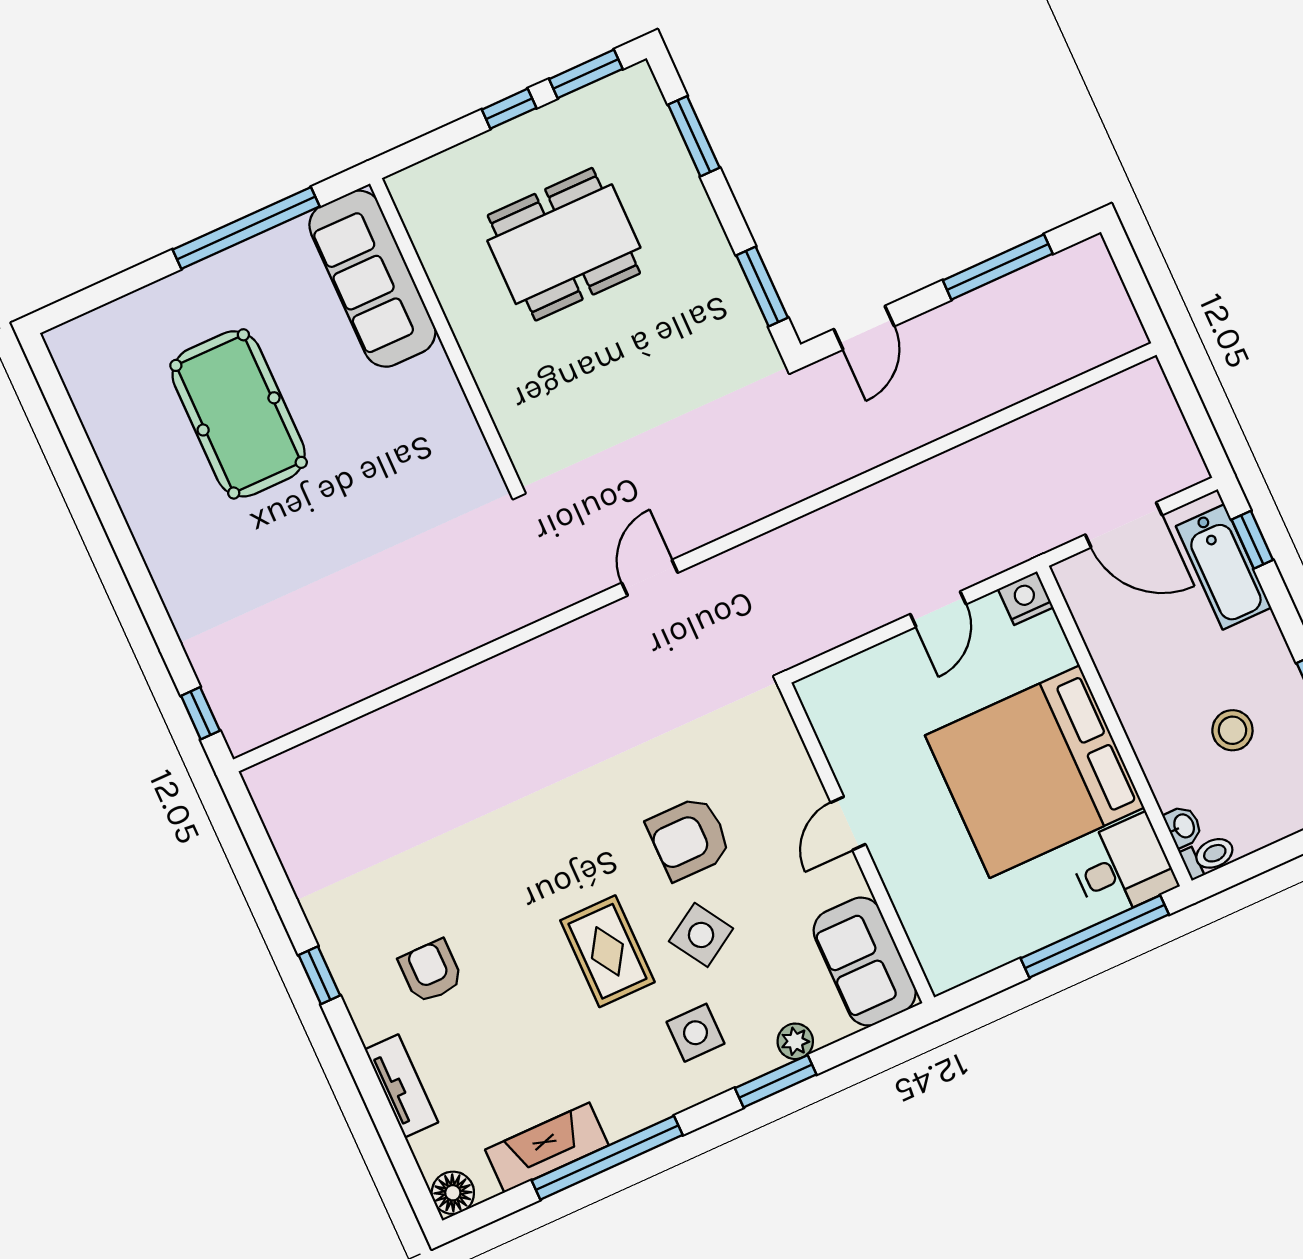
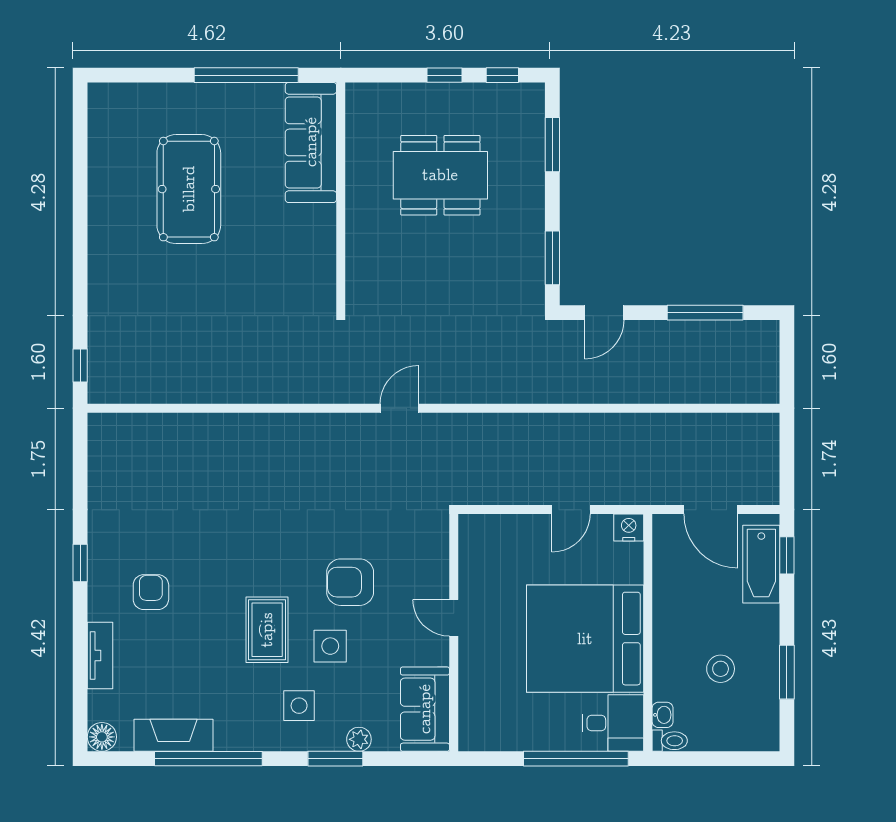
window: (586, 74) -> (502, 75), width x0.67
door: (848, 823) -> (454, 618), hinge flipped
side table: (701, 935) -> (330, 646), turned 32

